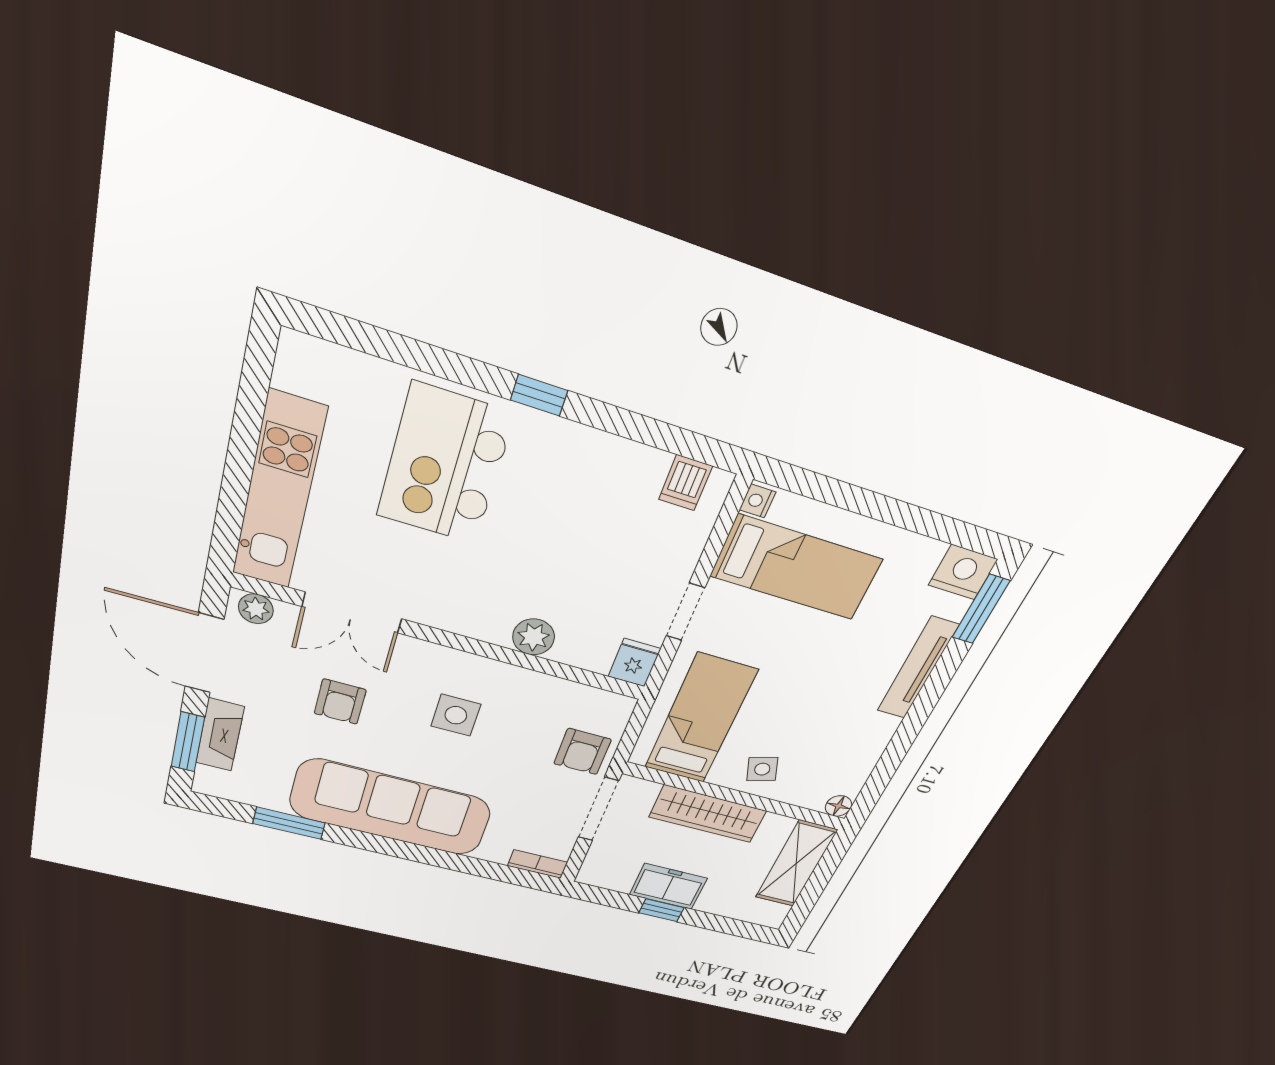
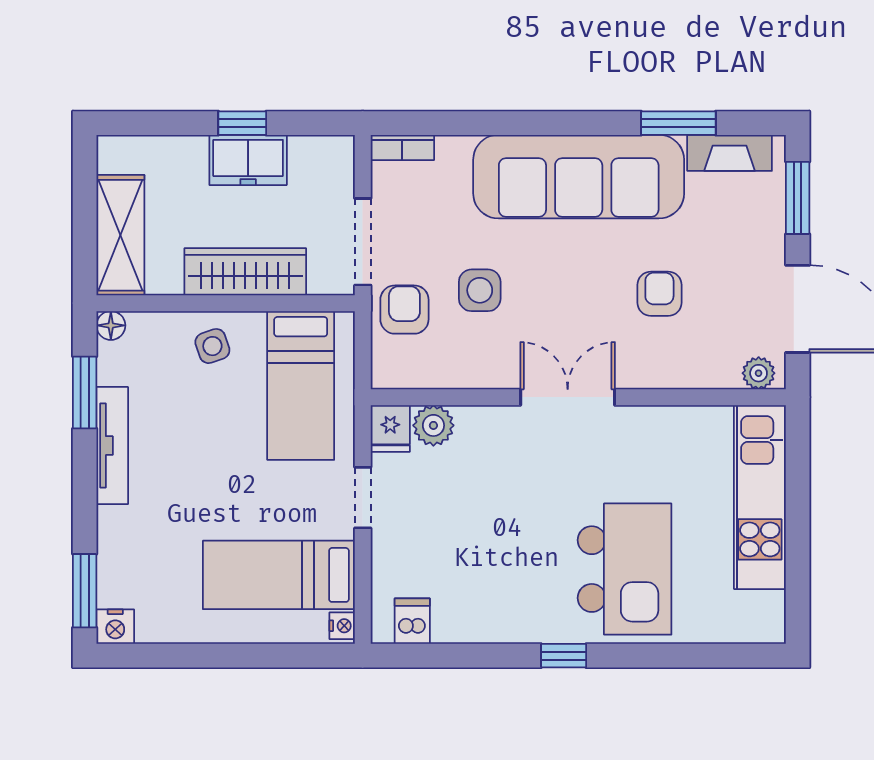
nightstand: (963, 572) -> (115, 627), width x0.74, depth x0.75
double door: (352, 613) -> (568, 397), moved
plant: (534, 637) -> (433, 425), moved
tv unit: (918, 668) -> (112, 446), moved
side table: (456, 715) -> (480, 290), moved
fireplace: (220, 735) -> (730, 153), moved, turned -90
window: (888, 765) -> (85, 392), added

